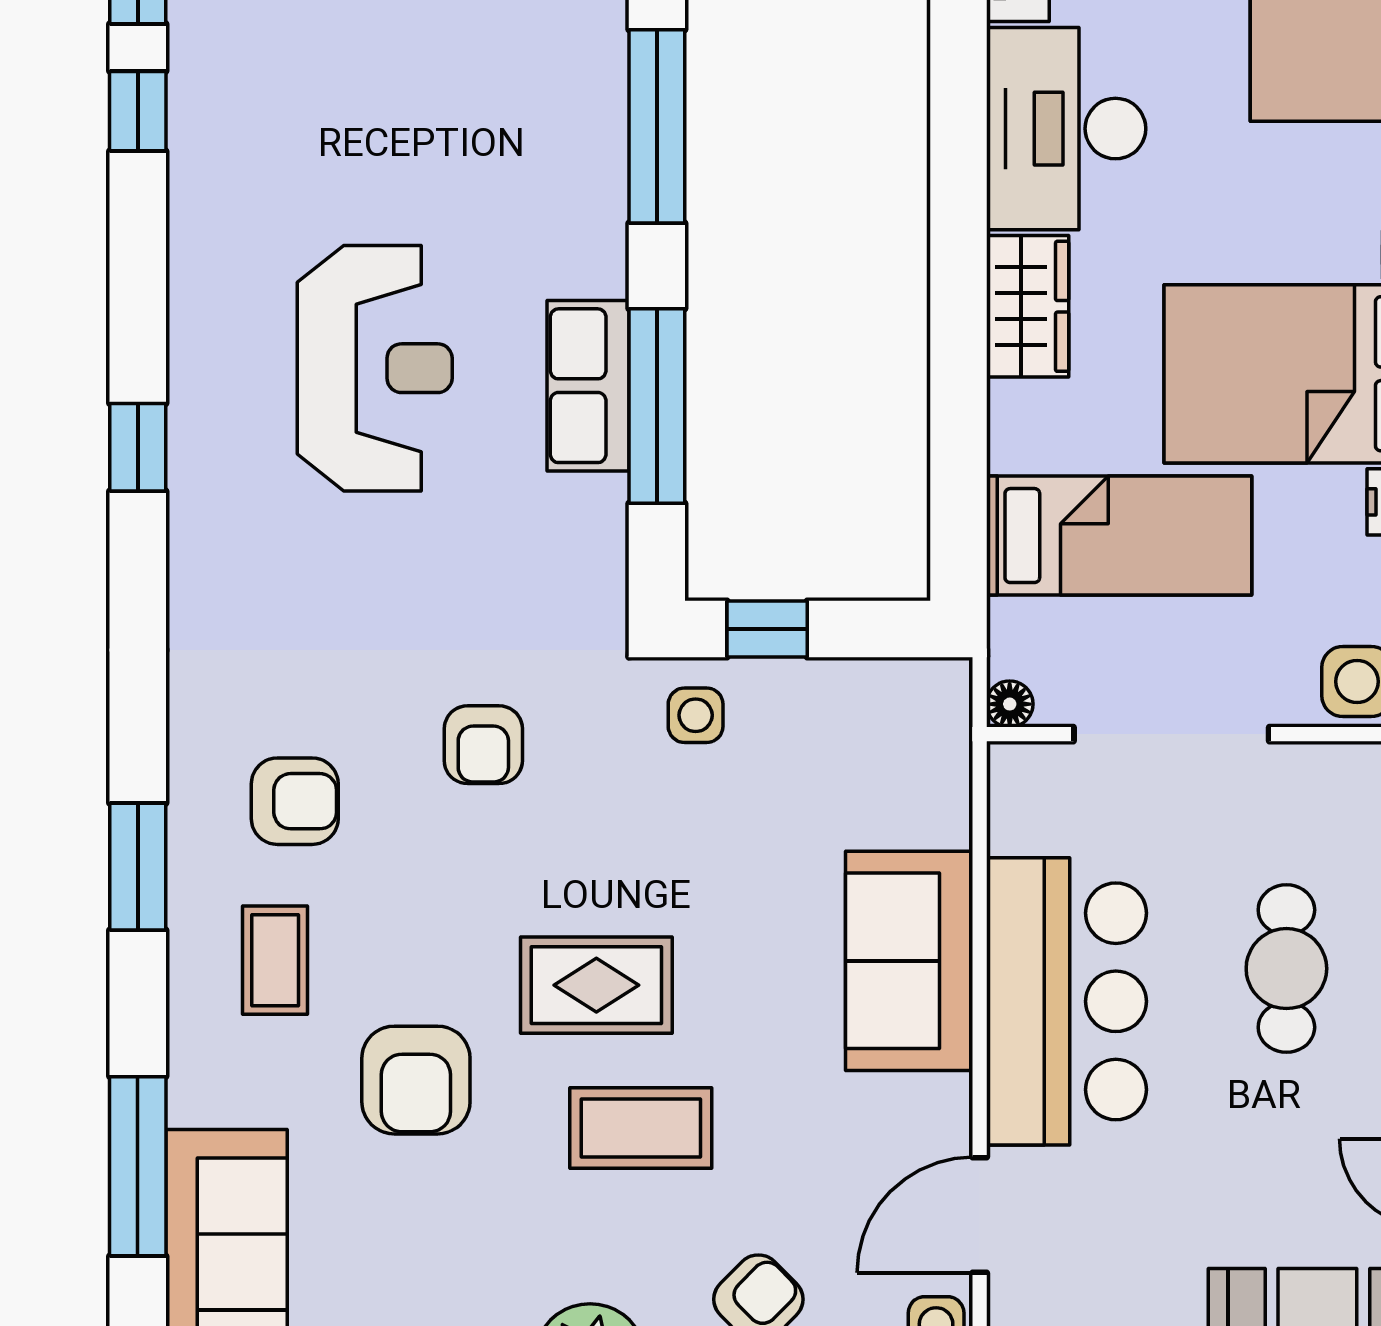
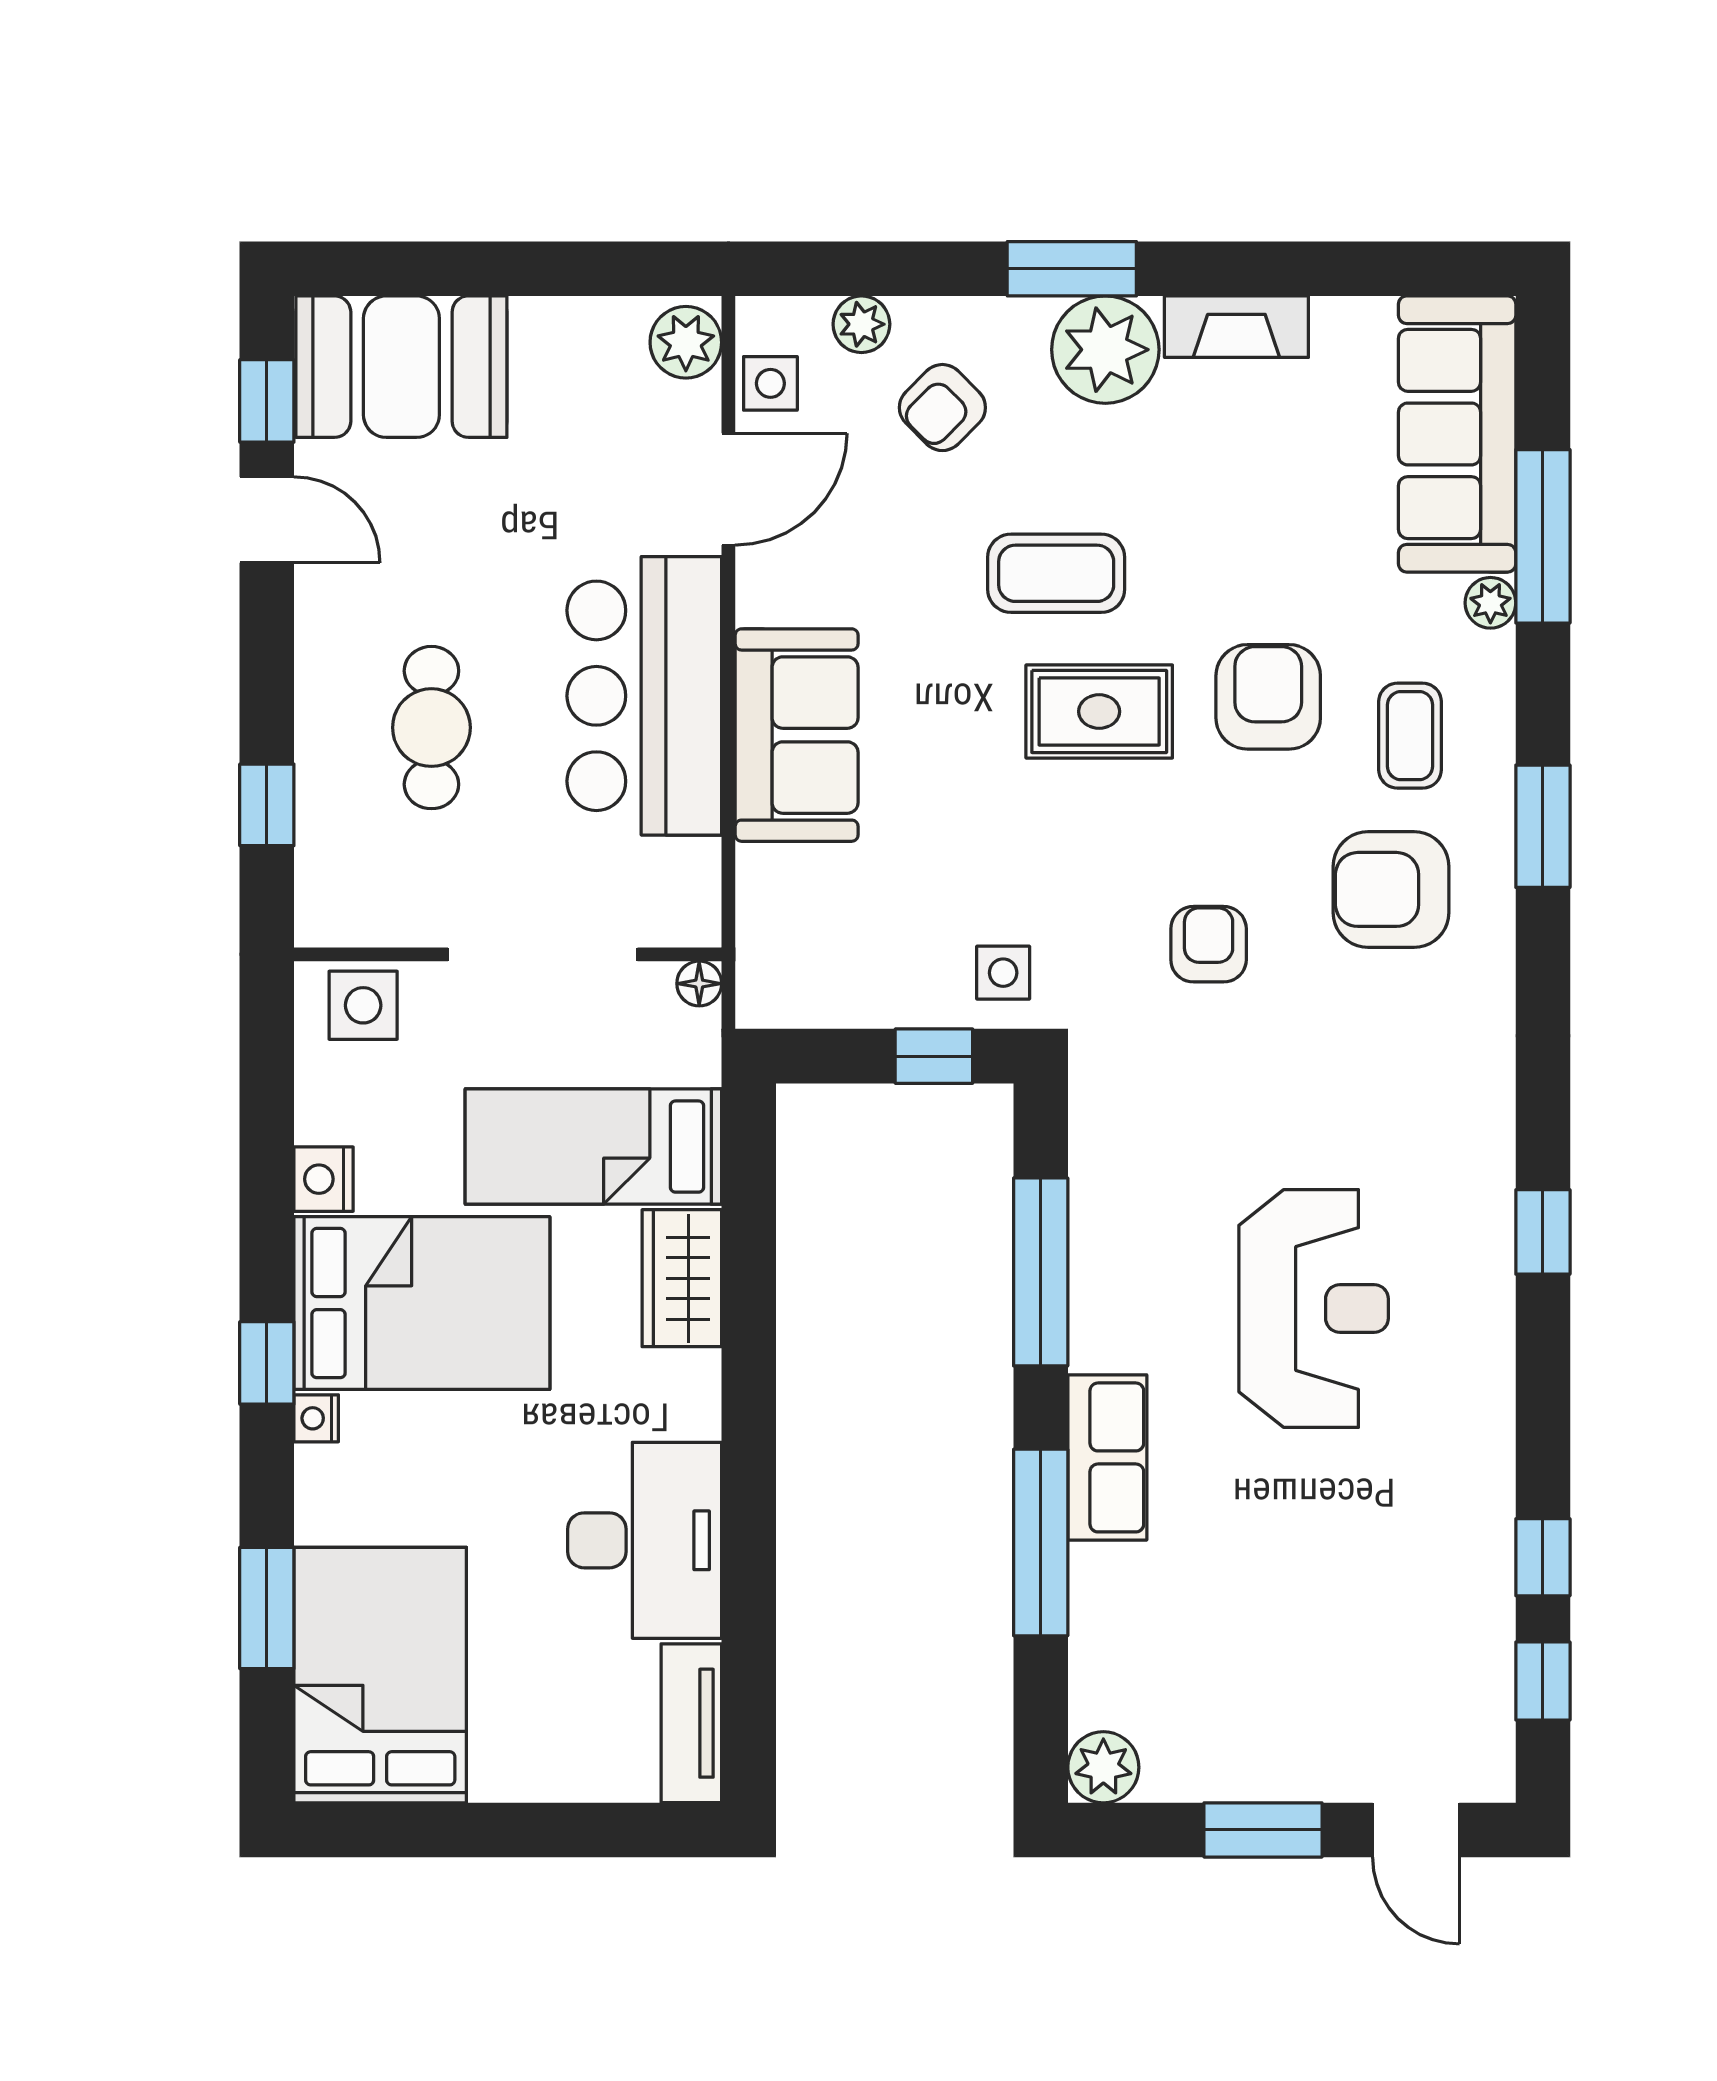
wardrobe: (1028, 306) -> (682, 1278), moved
reception desk: (375, 368) -> (1314, 1309), turned 180
row of seats: (588, 386) -> (1107, 1457), moved
armchair: (295, 801) -> (1391, 889), width x1.38, depth x1.38
armchair: (416, 1080) -> (1268, 697), moved
plant: (192, 1097) -> (1490, 603), added

